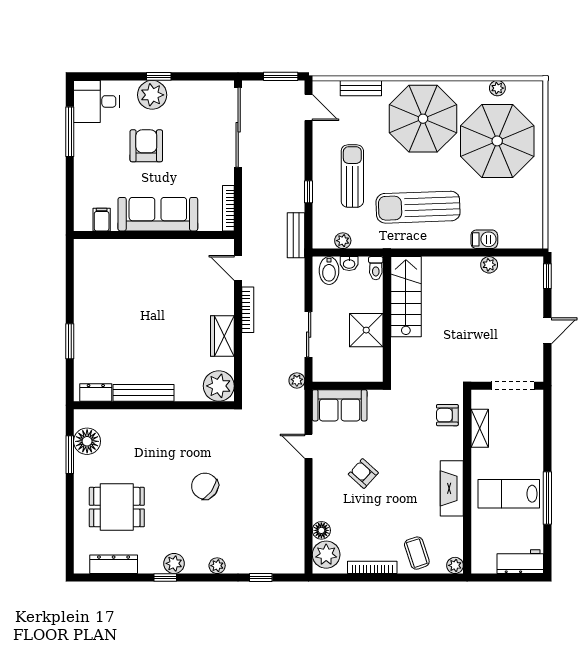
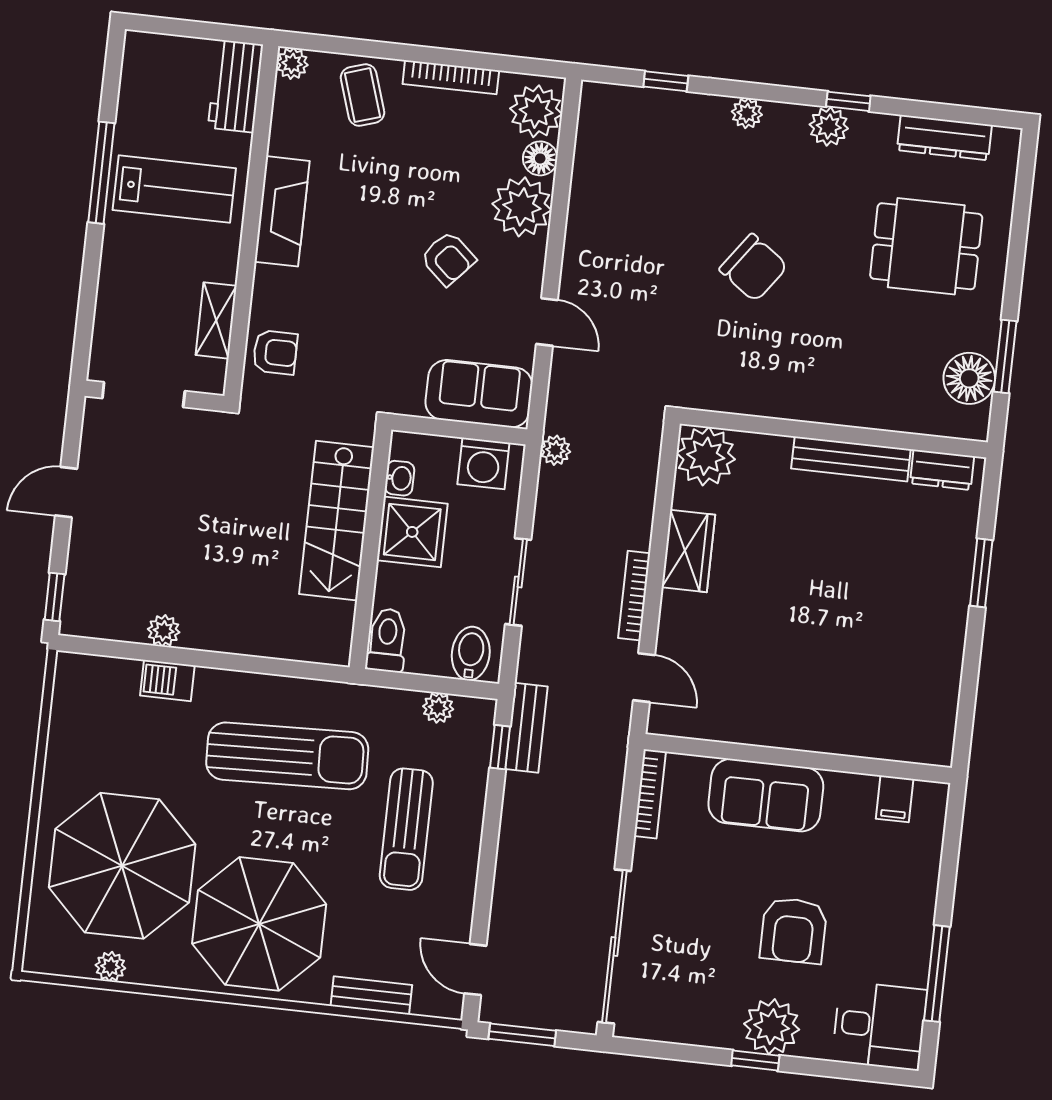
window: (309, 192) -> (500, 747), moved
sofa: (158, 214) -> (766, 795), width x0.73
washbasin: (349, 264) -> (400, 478), moved, turned 90
toilet: (376, 268) -> (387, 640), width x1.37, depth x1.39
stairs: (406, 297) -> (337, 521), moved
sliding door: (309, 335) -> (518, 582), moved
washing machine: (333, 370) -> (483, 463), added
plant: (328, 504) -> (522, 207), added
workbench: (520, 562) -> (236, 86), moved, turned 90

